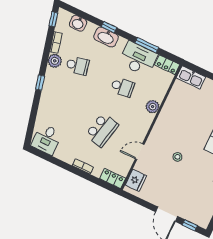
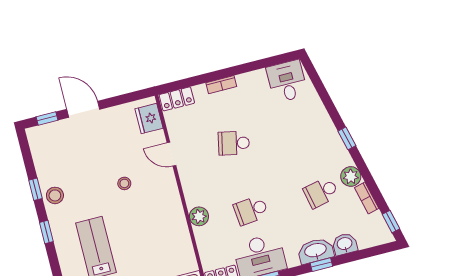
washbasin: (78, 23) -> (345, 244), moved
school desk: (102, 130) -> (234, 143), width x0.54
door: (140, 152) -> (171, 154), swing flipped

